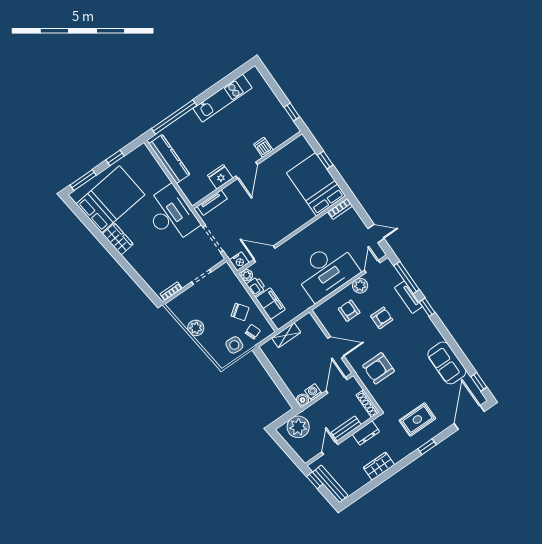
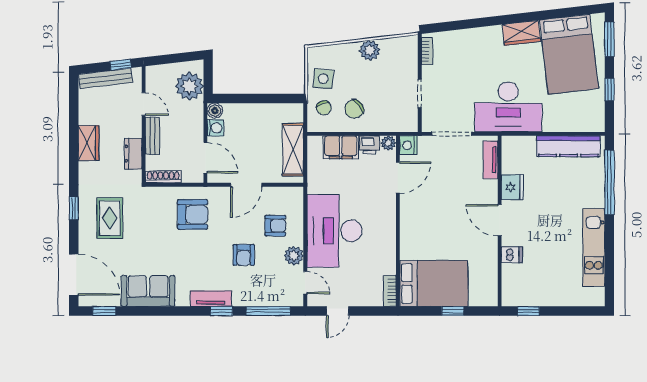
tv unit: (408, 297) -> (211, 299), moved
shelving: (286, 335) -> (293, 150), width x1.50, depth x1.33
armchair: (378, 368) -> (193, 214), turned 90

